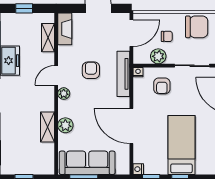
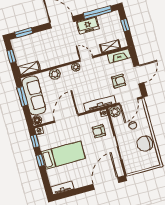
chair: (197, 27) -> (145, 144), turned 90
door: (131, 33) -> (128, 101), hinge flipped
plant: (158, 56) -> (115, 112), moved
armchair: (91, 70) -> (119, 81), moved
shelving: (47, 127) -> (29, 68), moved
floor lamp: (123, 168) -> (37, 120), added

